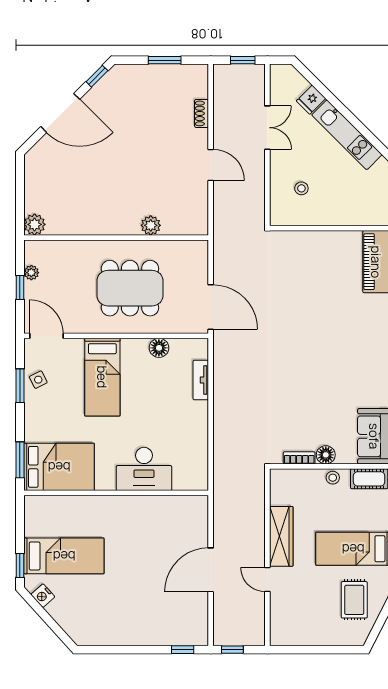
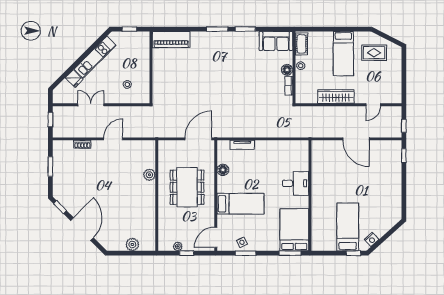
plant: (35, 224) -> (132, 244), moved
desk: (144, 469) -> (296, 183), width x0.73
door: (267, 580) -> (373, 105), moved

